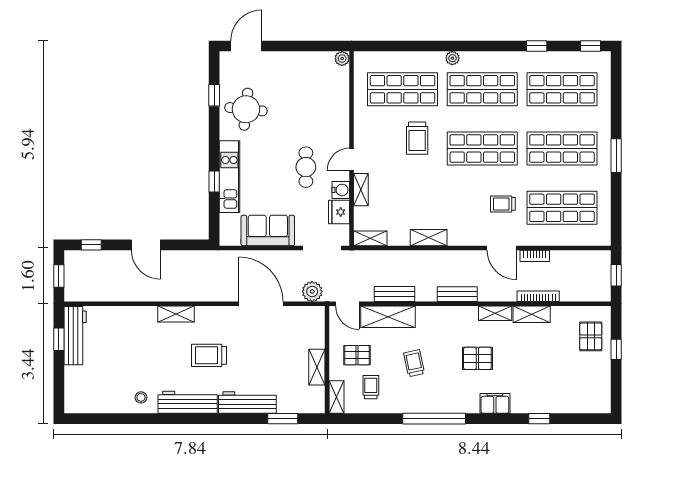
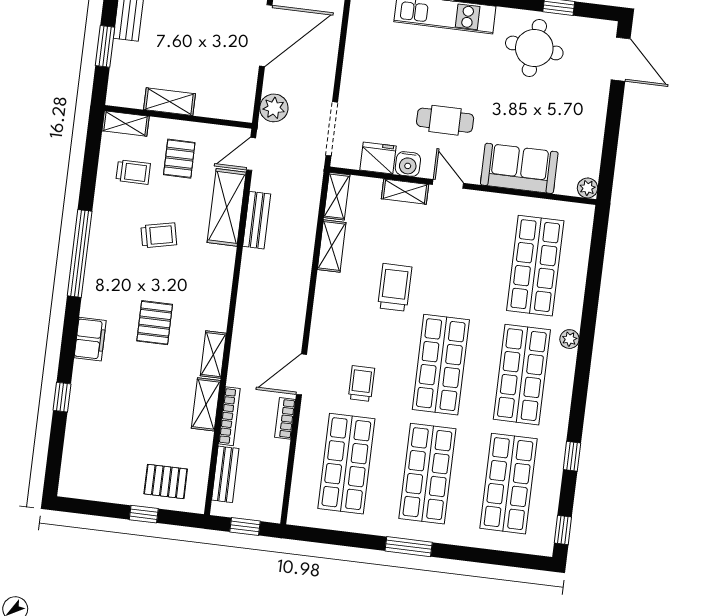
trolley: (417, 138) -> (395, 287), moved, turned 90
sofa: (268, 230) -> (519, 168), moved, turned -90
shelving: (429, 238) -> (332, 246), moved
bench: (457, 294) -> (225, 474), moved

